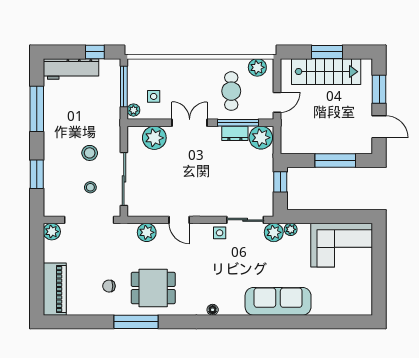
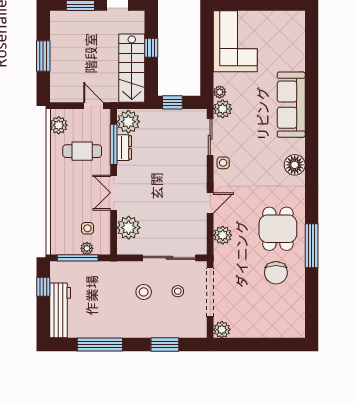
stairs: (326, 72) -> (132, 68), moved, turned 180
plant: (133, 110) -> (87, 248), moved
window: (335, 161) -> (151, 48), width x0.46
chair: (109, 286) -> (276, 273), width x1.87, depth x1.87
piano: (55, 289) -> (279, 327), removed
floor lamp: (213, 310) -> (295, 165), width x1.89, depth x1.89

